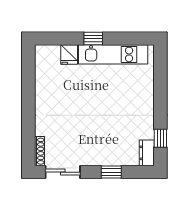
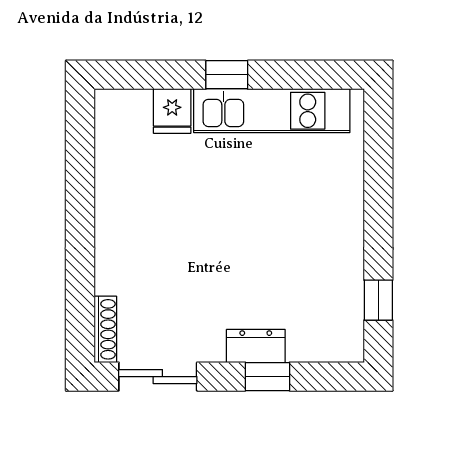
dresser: (147, 153) -> (256, 346), moved, turned 90

